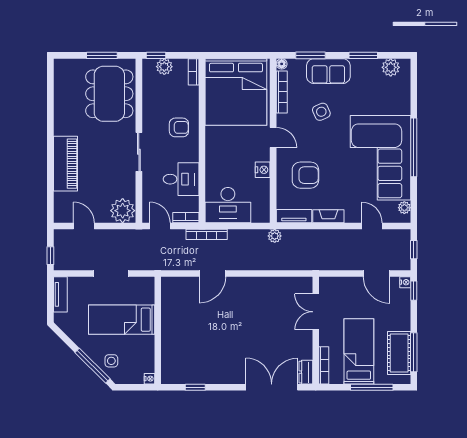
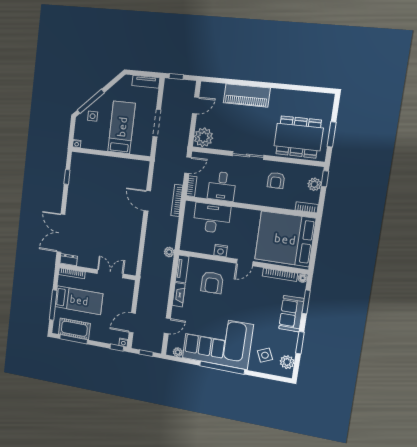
side table: (321, 112) -> (265, 355), moved
armchair: (179, 127) -> (276, 180), moved
desk: (228, 205) -> (212, 218), moved, turned 90
double door: (272, 387) -> (61, 233), swing flipped

